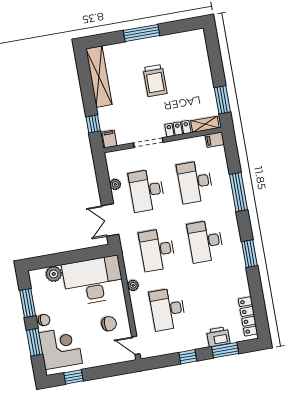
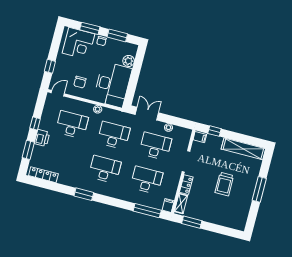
trolley: (155, 81) -> (224, 184), turned -90
window: (239, 192) -> (147, 211), moved
printer: (218, 337) -> (42, 138), moved
window: (73, 377) -> (50, 66), moved

